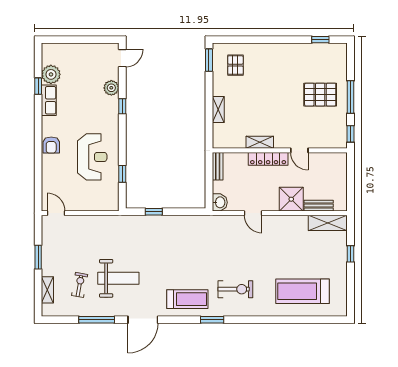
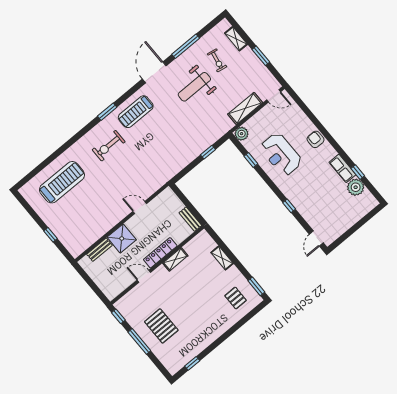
plant: (111, 88) -> (242, 134), moved
pallet: (320, 95) -> (161, 326), turned 90
washbasin: (220, 202) -> (169, 196), removed
shelving: (328, 223) -> (245, 108), moved

